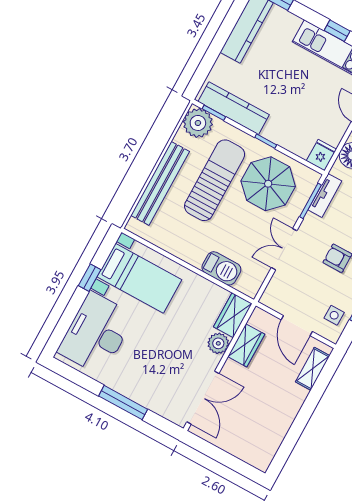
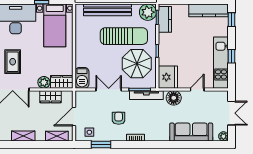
kitchen counter: (234, 108) -> (165, 19), width x0.67
fridge: (321, 155) -> (168, 77), width x1.88, depth x1.34
tv unit: (325, 195) -> (146, 95), width x1.41
barbecue: (221, 268) -> (82, 78), moved
rug: (160, 374) -> (13, 62), added
shelving: (284, 421) -> (23, 136), added

